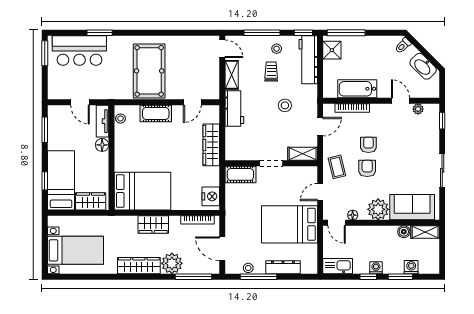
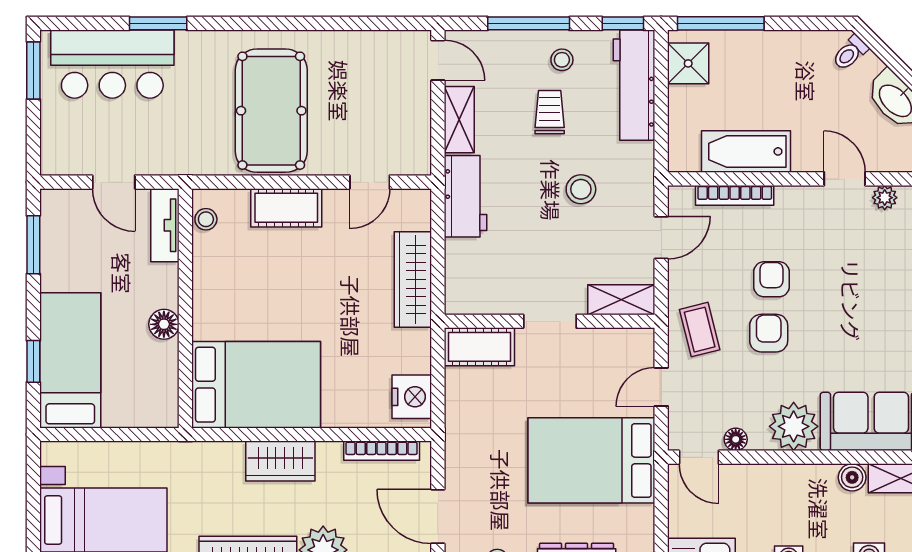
floor lamp: (102, 145) -> (164, 324), moved
wardrobe: (91, 201) -> (138, 408), removed

